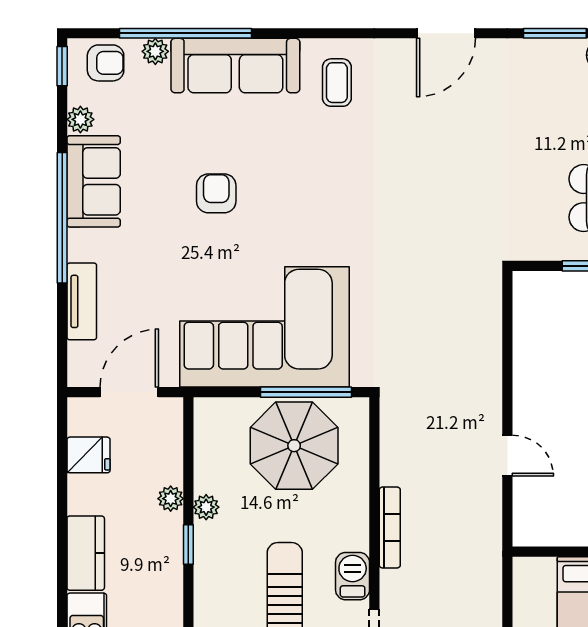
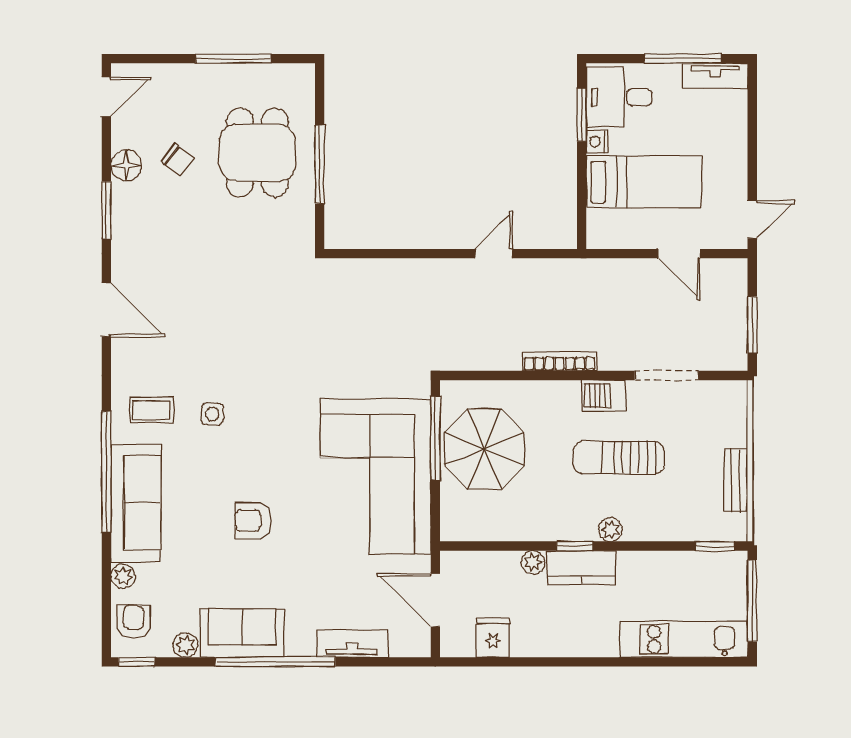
window: (185, 33) -> (106, 472), moved
side table: (332, 149) -> (212, 414), added
plant: (206, 507) -> (611, 530), moved
kitchen counter: (86, 553) -> (581, 568), moved, turned 180

